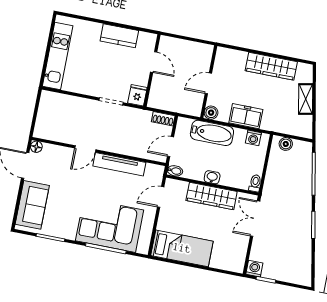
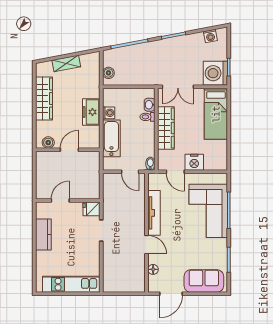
door: (208, 83) -> (69, 150), swing flipped
boiler: (211, 113) -> (48, 143), moved
shoe rack: (163, 119) -> (107, 183), removed
washing machine: (253, 138) -> (109, 113), moved
floor lamp: (36, 147) -> (153, 269), moved
washbasin: (212, 177) -> (150, 105), moved
toilet: (255, 183) -> (147, 117), moved
nightstand: (167, 220) -> (194, 162), added
bed: (182, 248) -> (216, 114), moved, turned 180
washing machine: (305, 266) -> (210, 36), added
washing machine: (254, 269) -> (215, 73), width x1.89, depth x1.89

